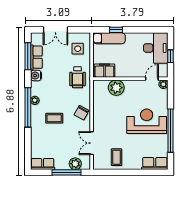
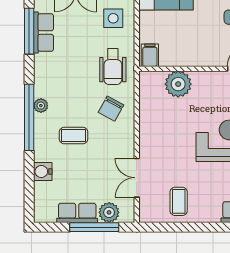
filing cabinet: (104, 71) -> (150, 55), width x0.50
water cooler: (36, 75) -> (43, 172), moved
chair: (82, 113) -> (111, 109), moved
row of seats: (43, 164) -> (77, 213), moved

